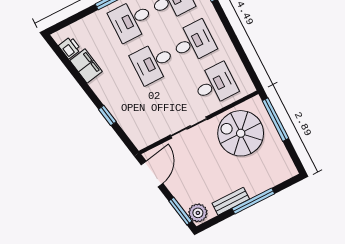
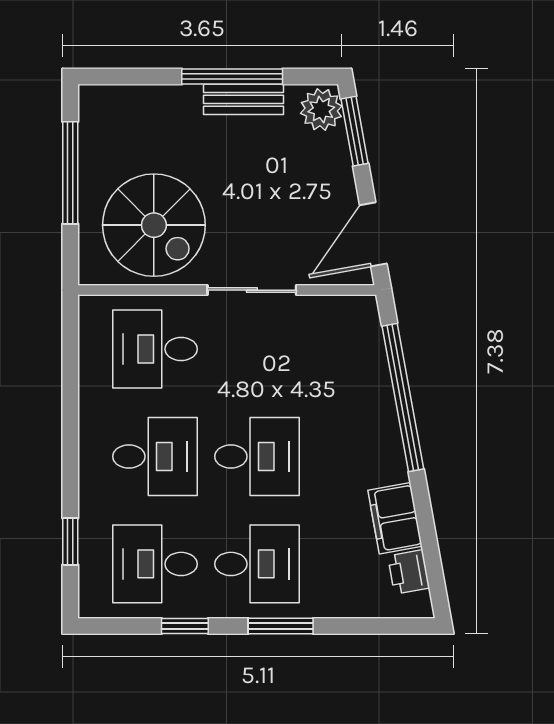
desk: (193, 42) -> (155, 456), turned 180
window: (107, 115) -> (403, 398), width x3.17
window: (275, 120) -> (70, 173), moved
window: (253, 201) -> (232, 76), moved

